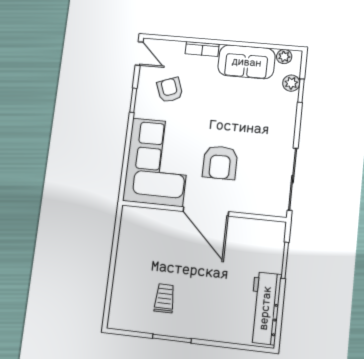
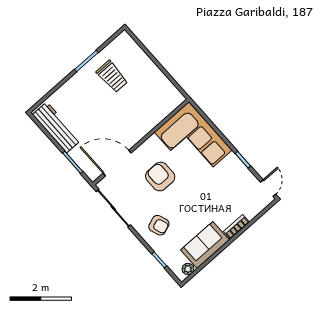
door: (139, 53) -> (268, 188), swing flipped
plant: (291, 83) -> (169, 258), removed
armchair: (170, 90) -> (159, 225), moved
door: (206, 212) -> (117, 163), moved
trolley: (165, 298) -> (112, 77), width x1.36, depth x1.39

